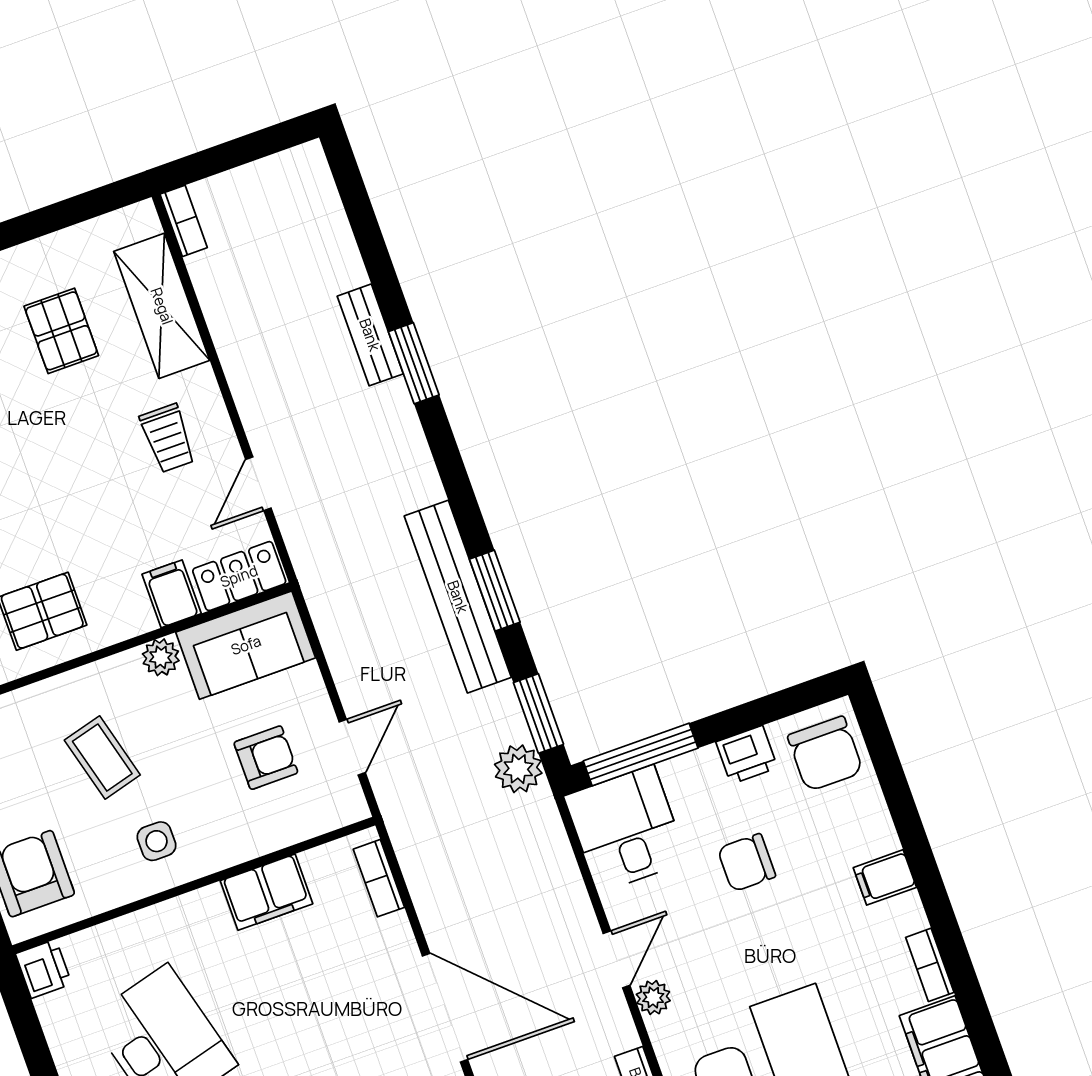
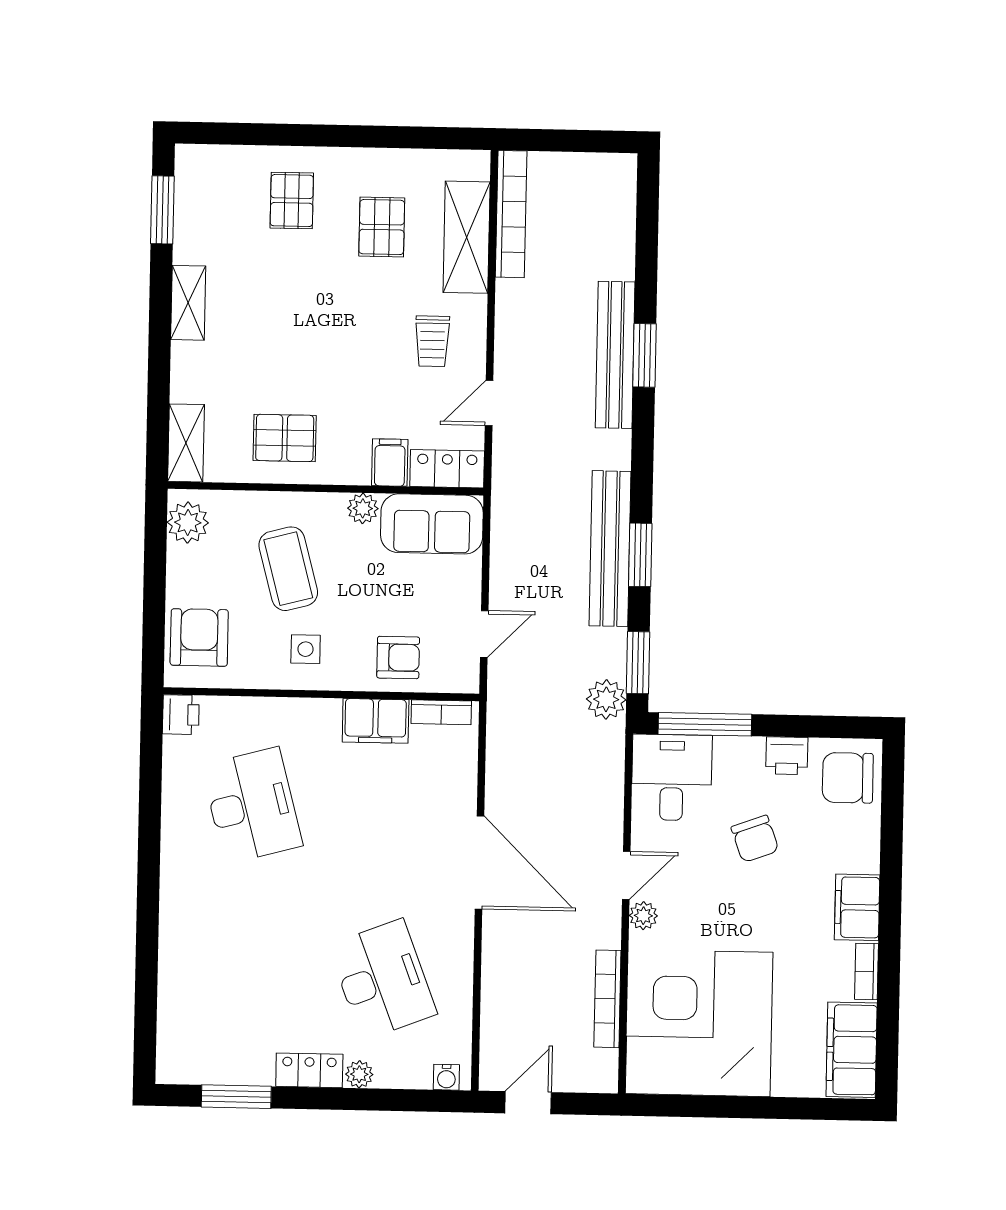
bookcase: (184, 221) -> (511, 214), width x2.31, depth x1.31
bench: (370, 335) -> (615, 355), width x1.86, depth x1.21
chair: (825, 754) -> (848, 778), turned 90
coffee table: (102, 758) -> (288, 569), width x1.36, depth x1.30
armchair: (266, 758) -> (398, 658), moved
chair: (747, 863) -> (755, 839), turned -110
filing cabinet: (885, 877) -> (857, 907), width x2.00
bookcase: (379, 878) -> (441, 712), moved, turned -90

